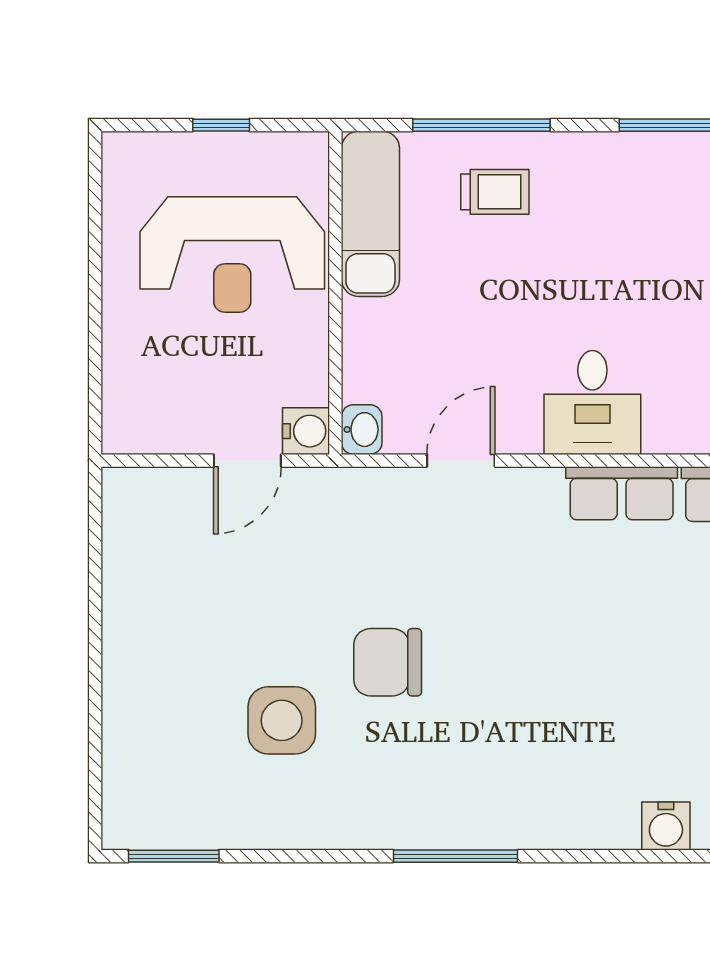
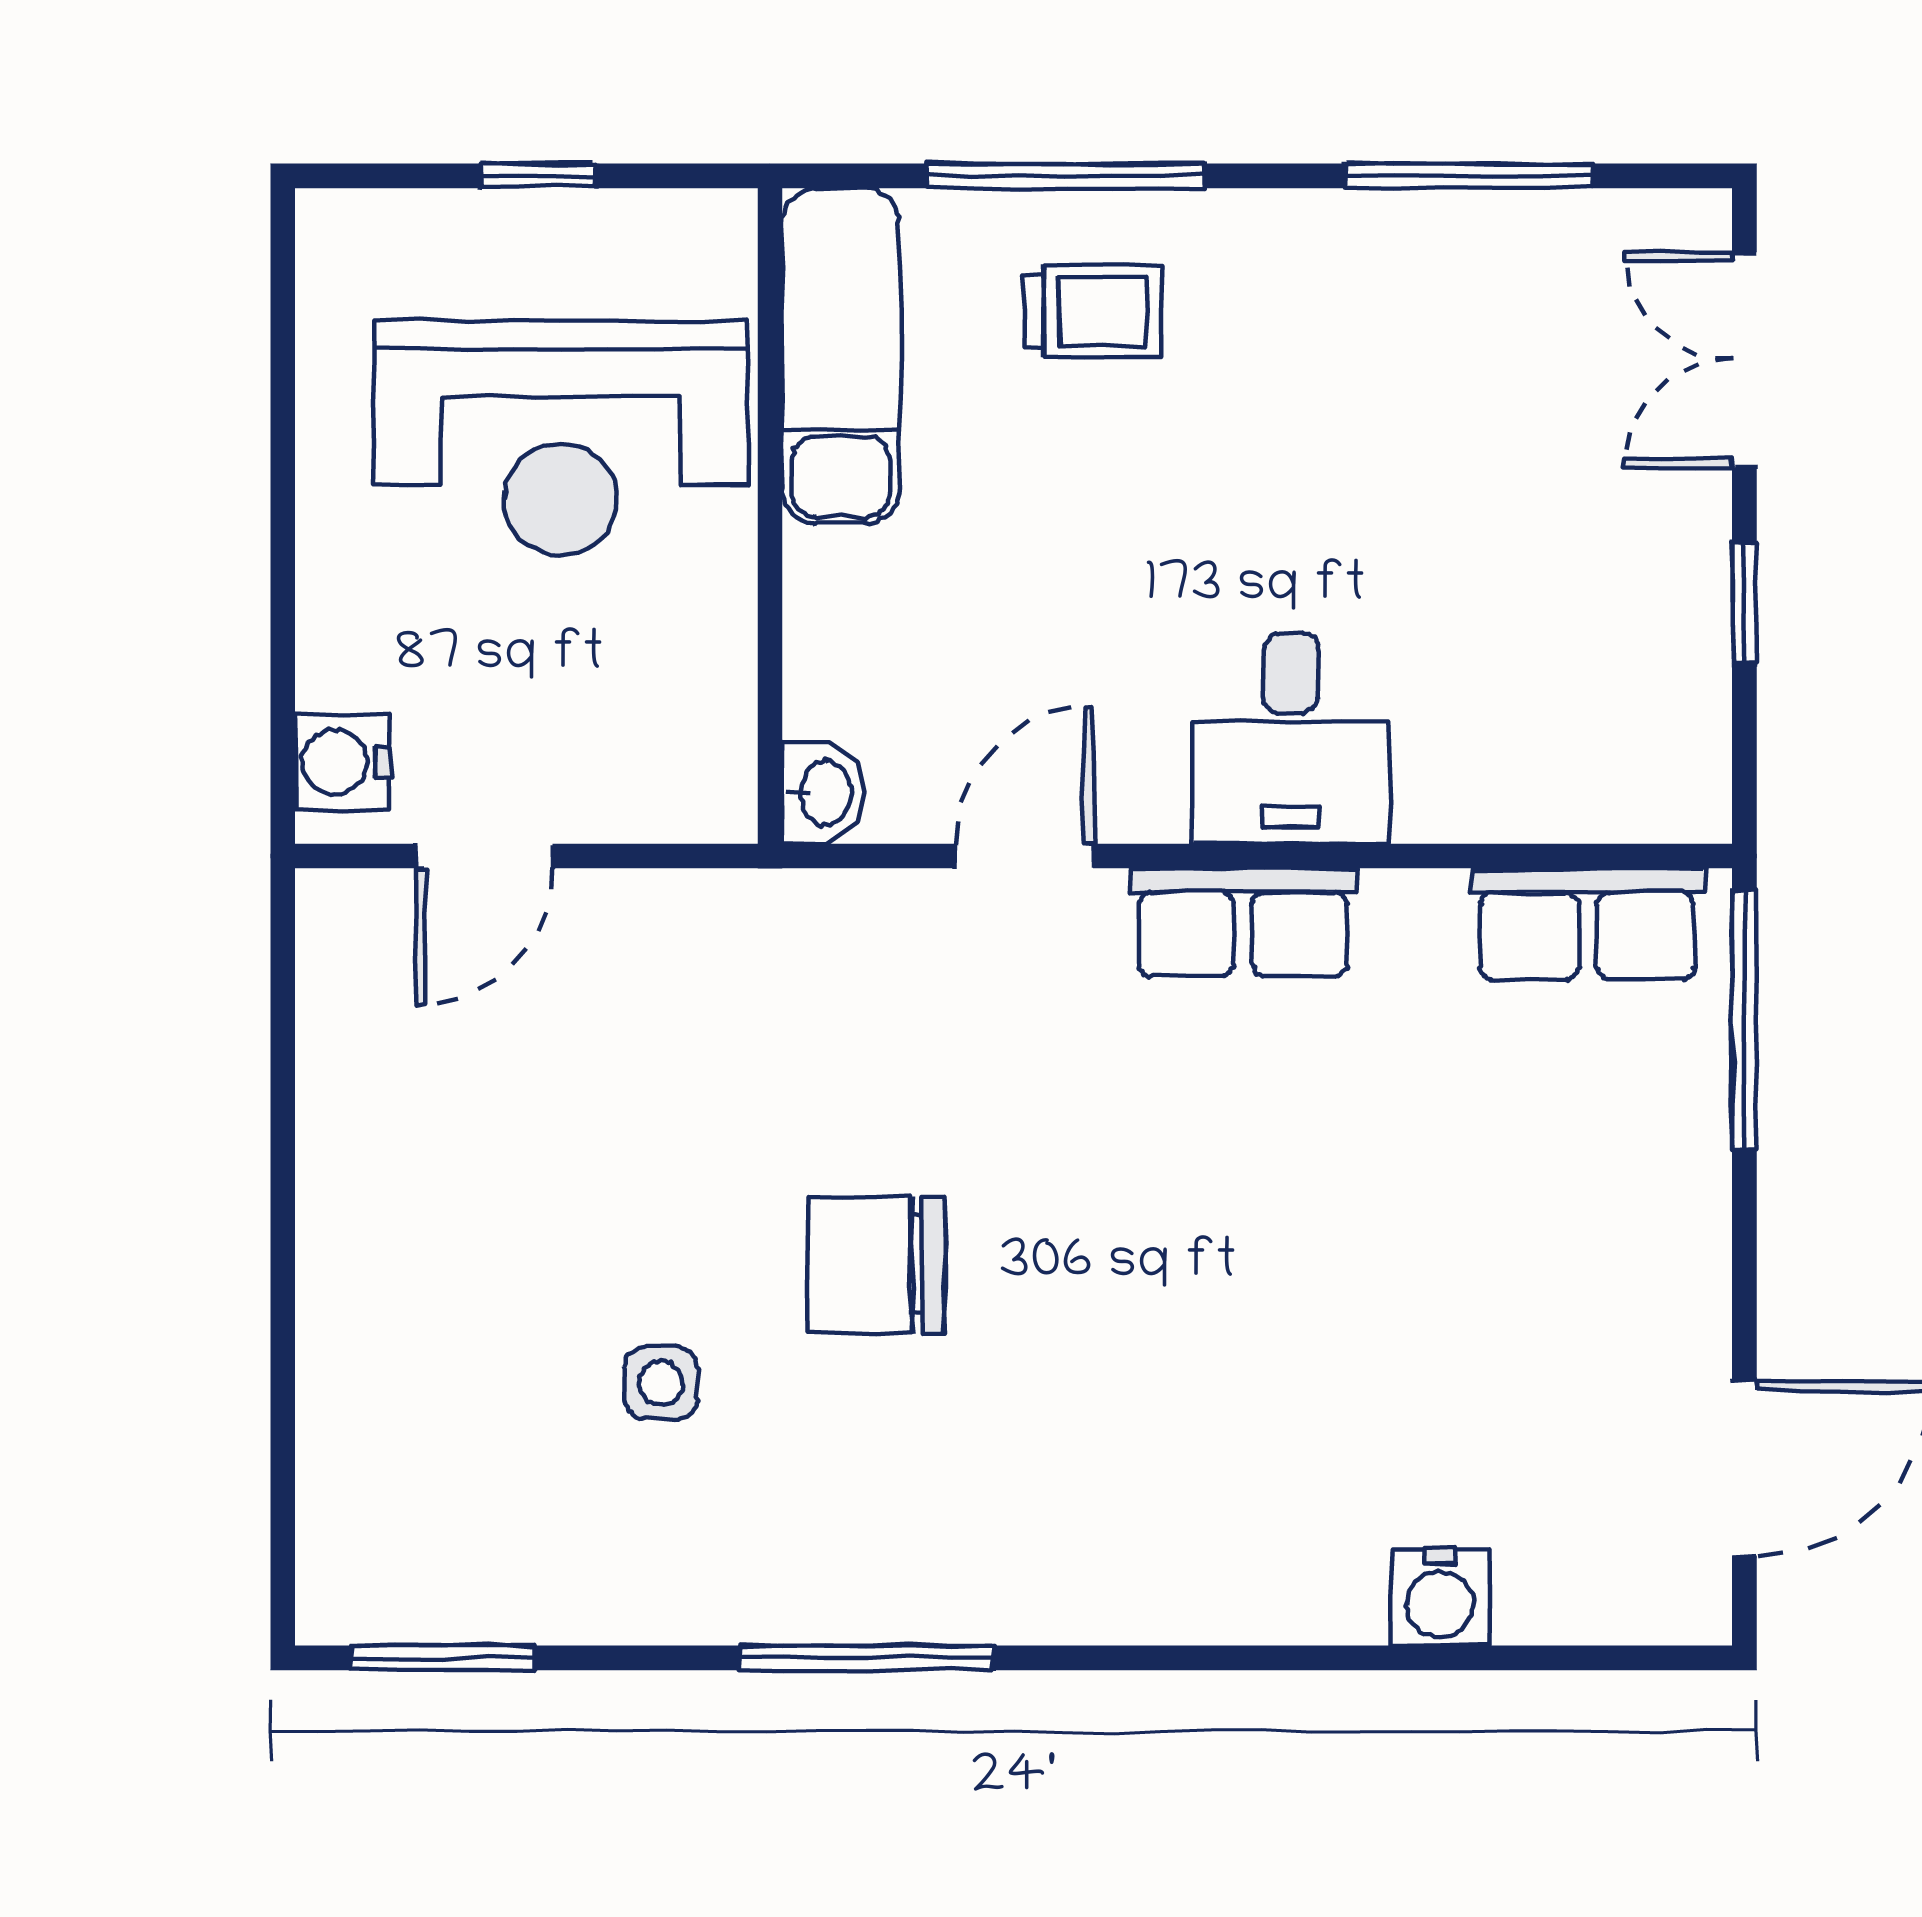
water cooler: (306, 431) -> (342, 762), moved, turned 180
door: (247, 461) -> (484, 856), moved
row of seats: (622, 493) -> (1243, 922), moved
side table: (282, 720) -> (661, 1383), width x0.54, depth x0.54
window: (456, 856) -> (867, 1658), moved

